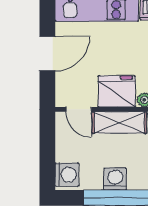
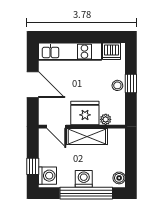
door: (47, 54) -> (33, 85), hinge flipped
window: (47, 162) -> (33, 166), added

